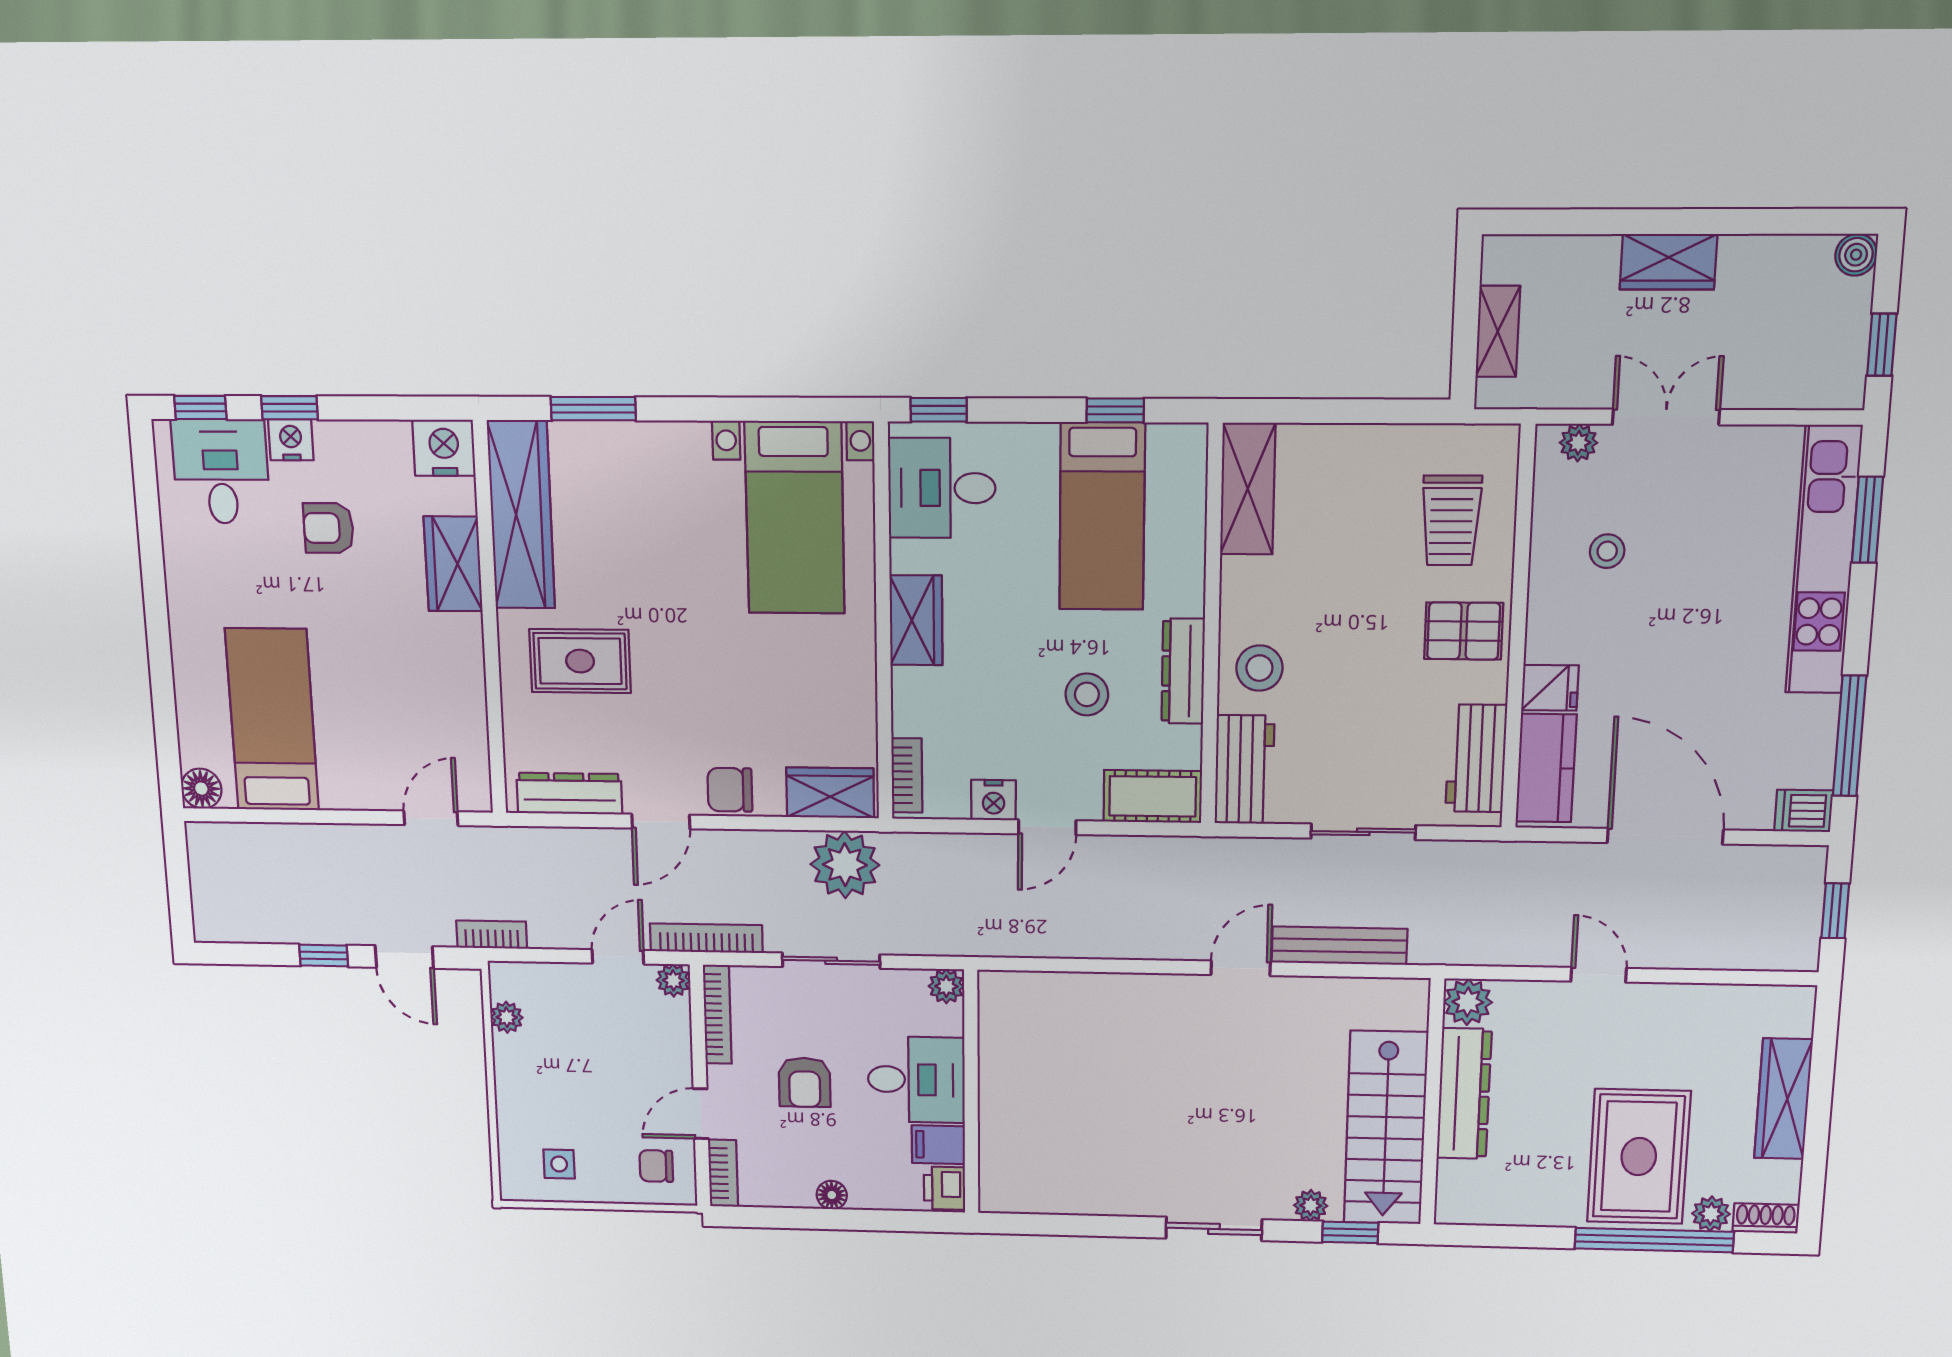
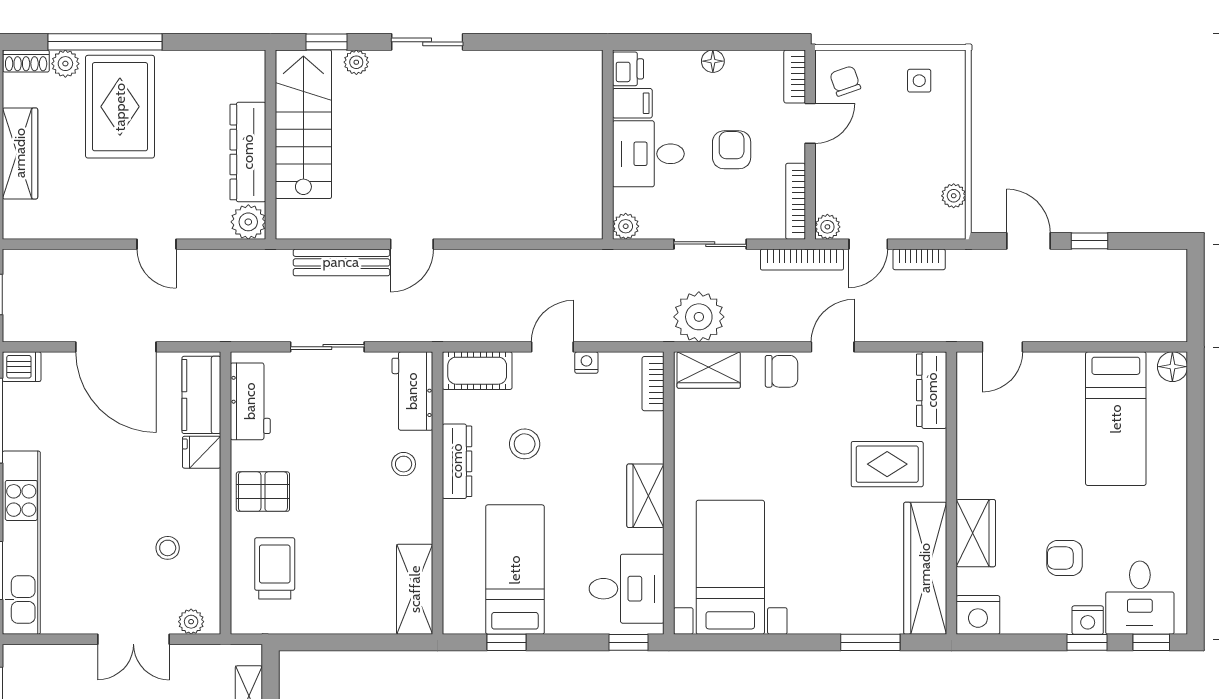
armchair: (329, 528) -> (1065, 558), turned 180
stool: (1259, 668) -> (404, 464), width x0.73, depth x0.73
dresser: (569, 794) -> (932, 390), moved, turned 90
nightstand: (994, 800) -> (586, 363), width x0.72, depth x0.74
bookcase: (492, 935) -> (919, 259), moved
chair: (656, 1166) -> (845, 81), turned -109

